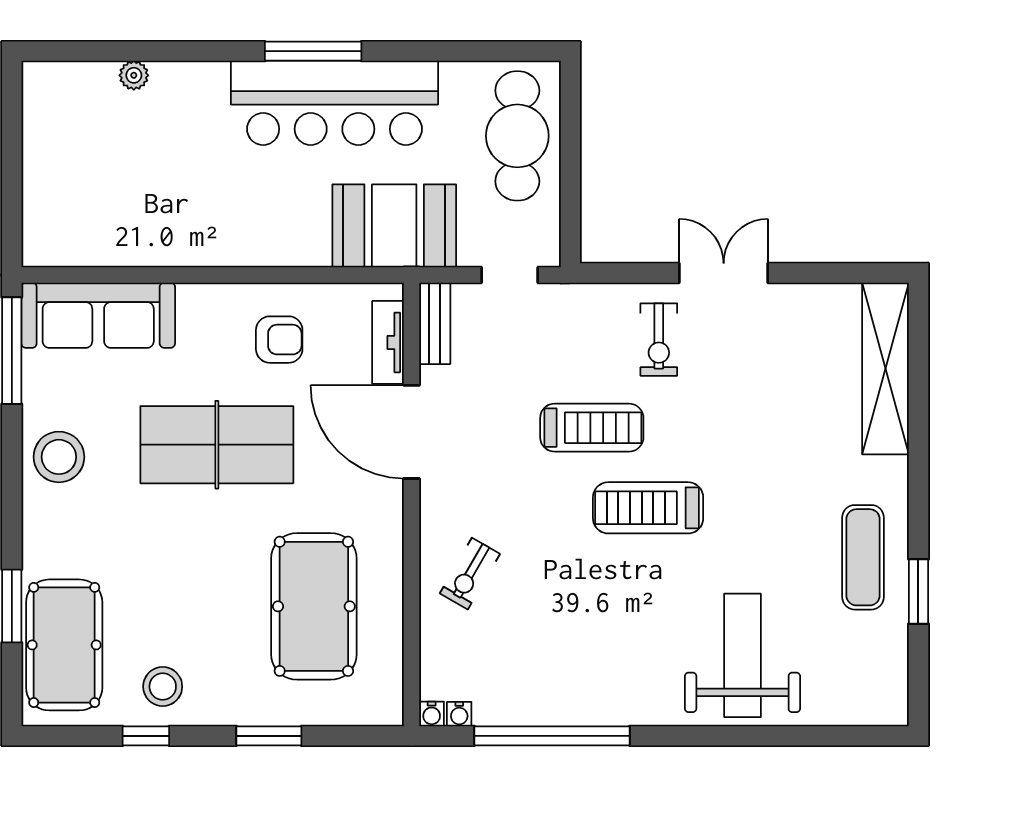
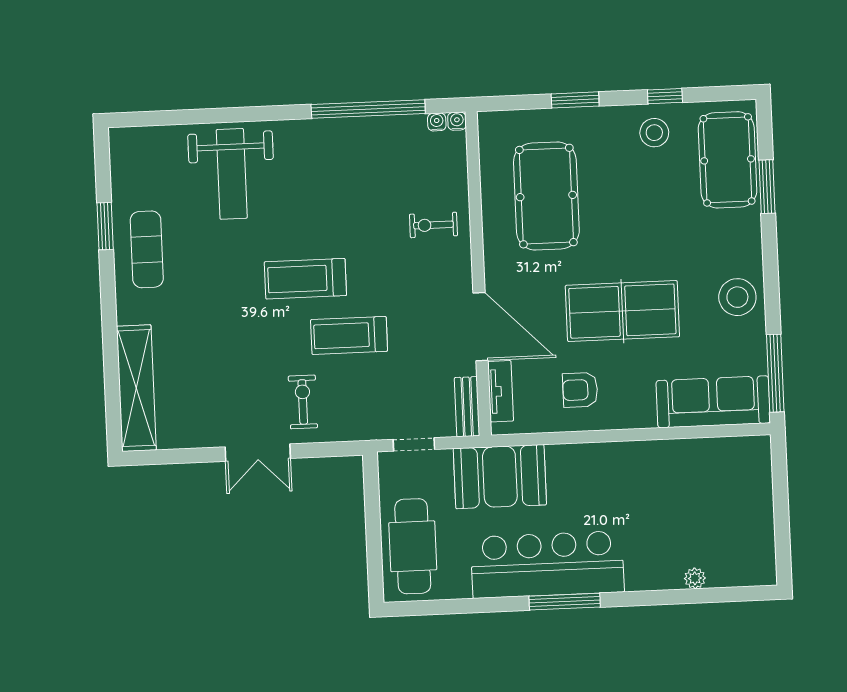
treadmill: (648, 508) -> (305, 279), turned 180
exercise bike: (470, 574) -> (433, 225), turned -120

